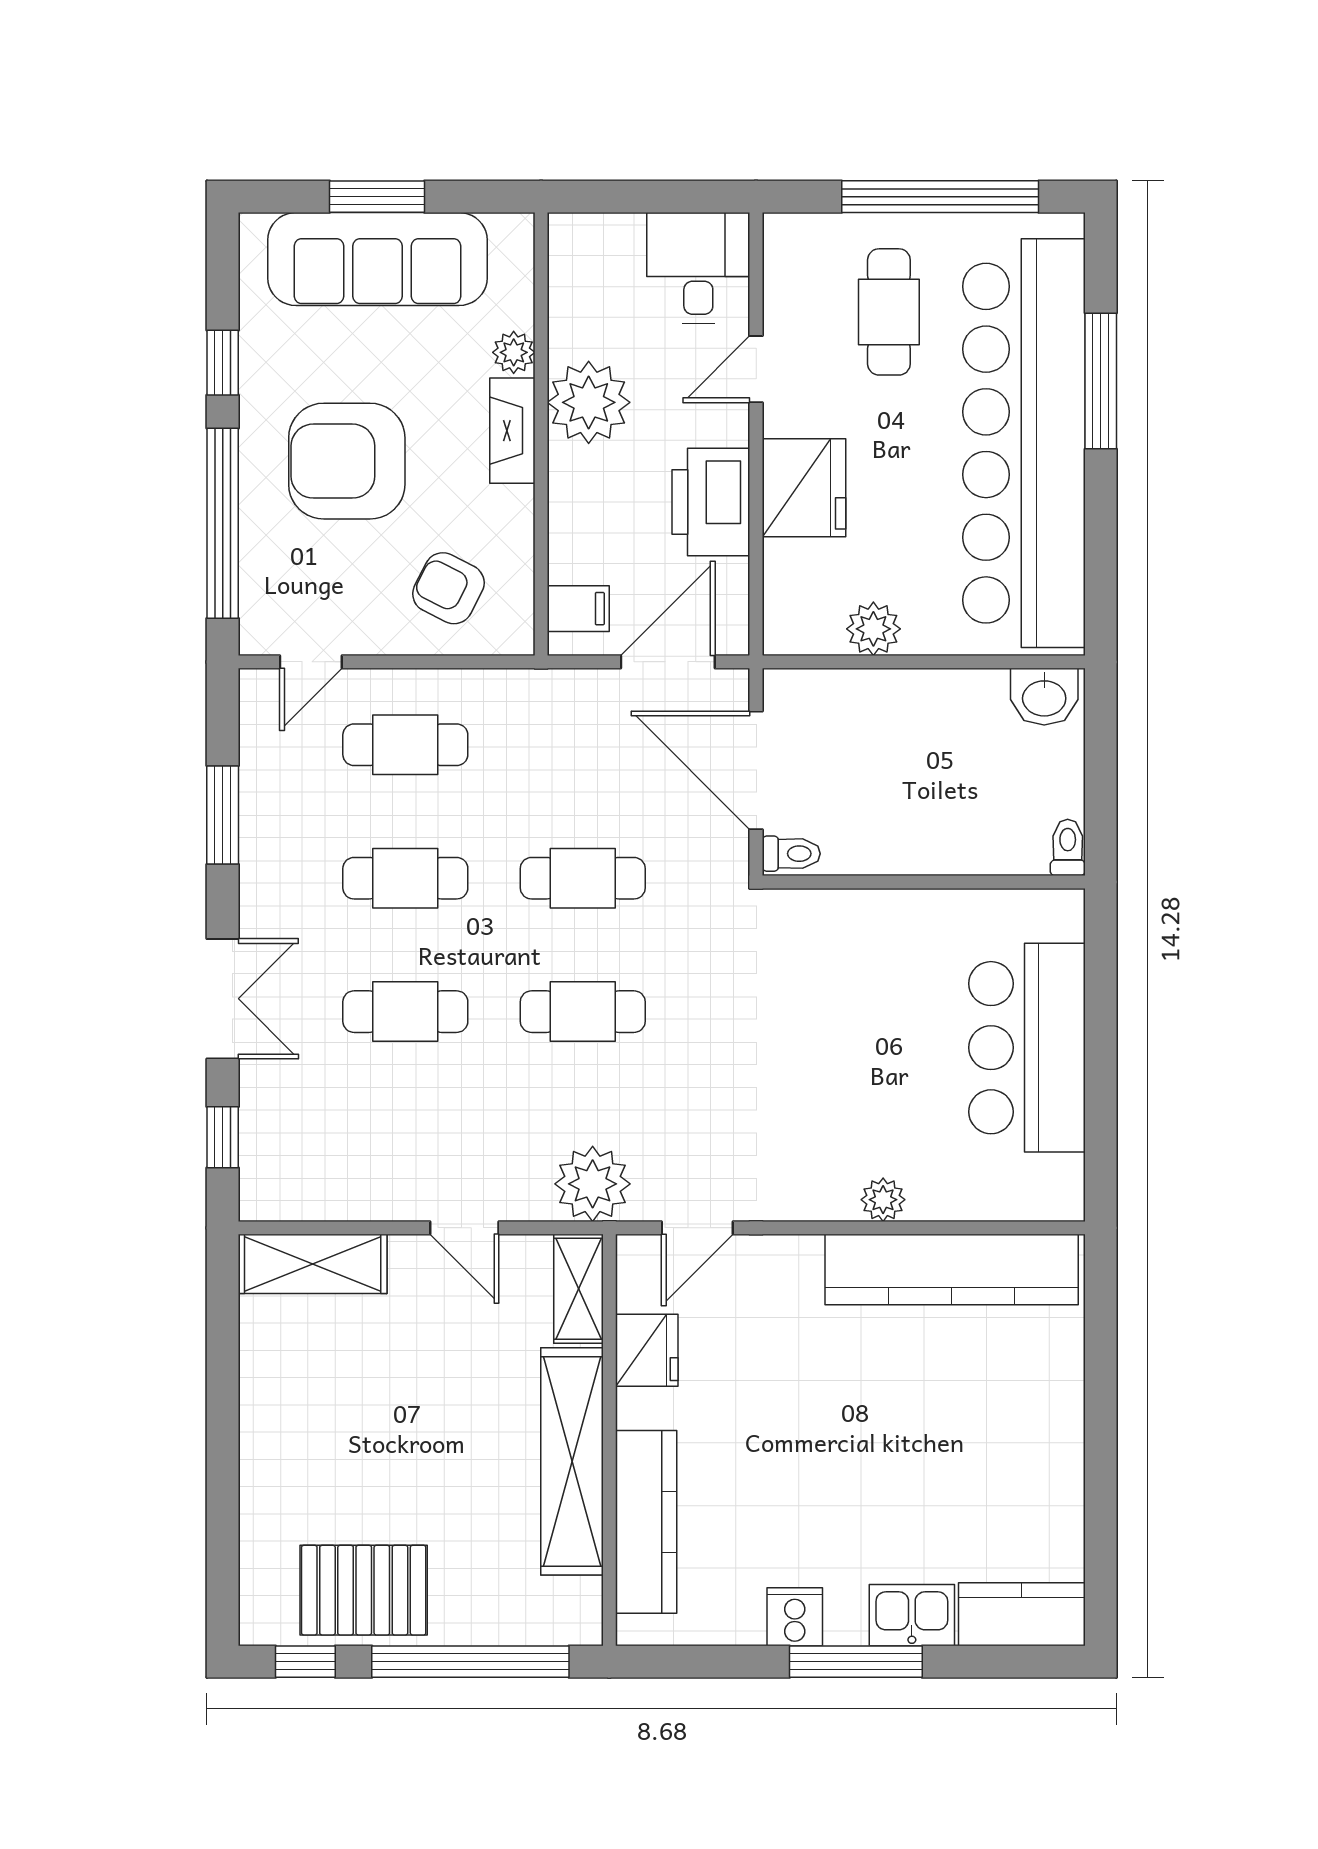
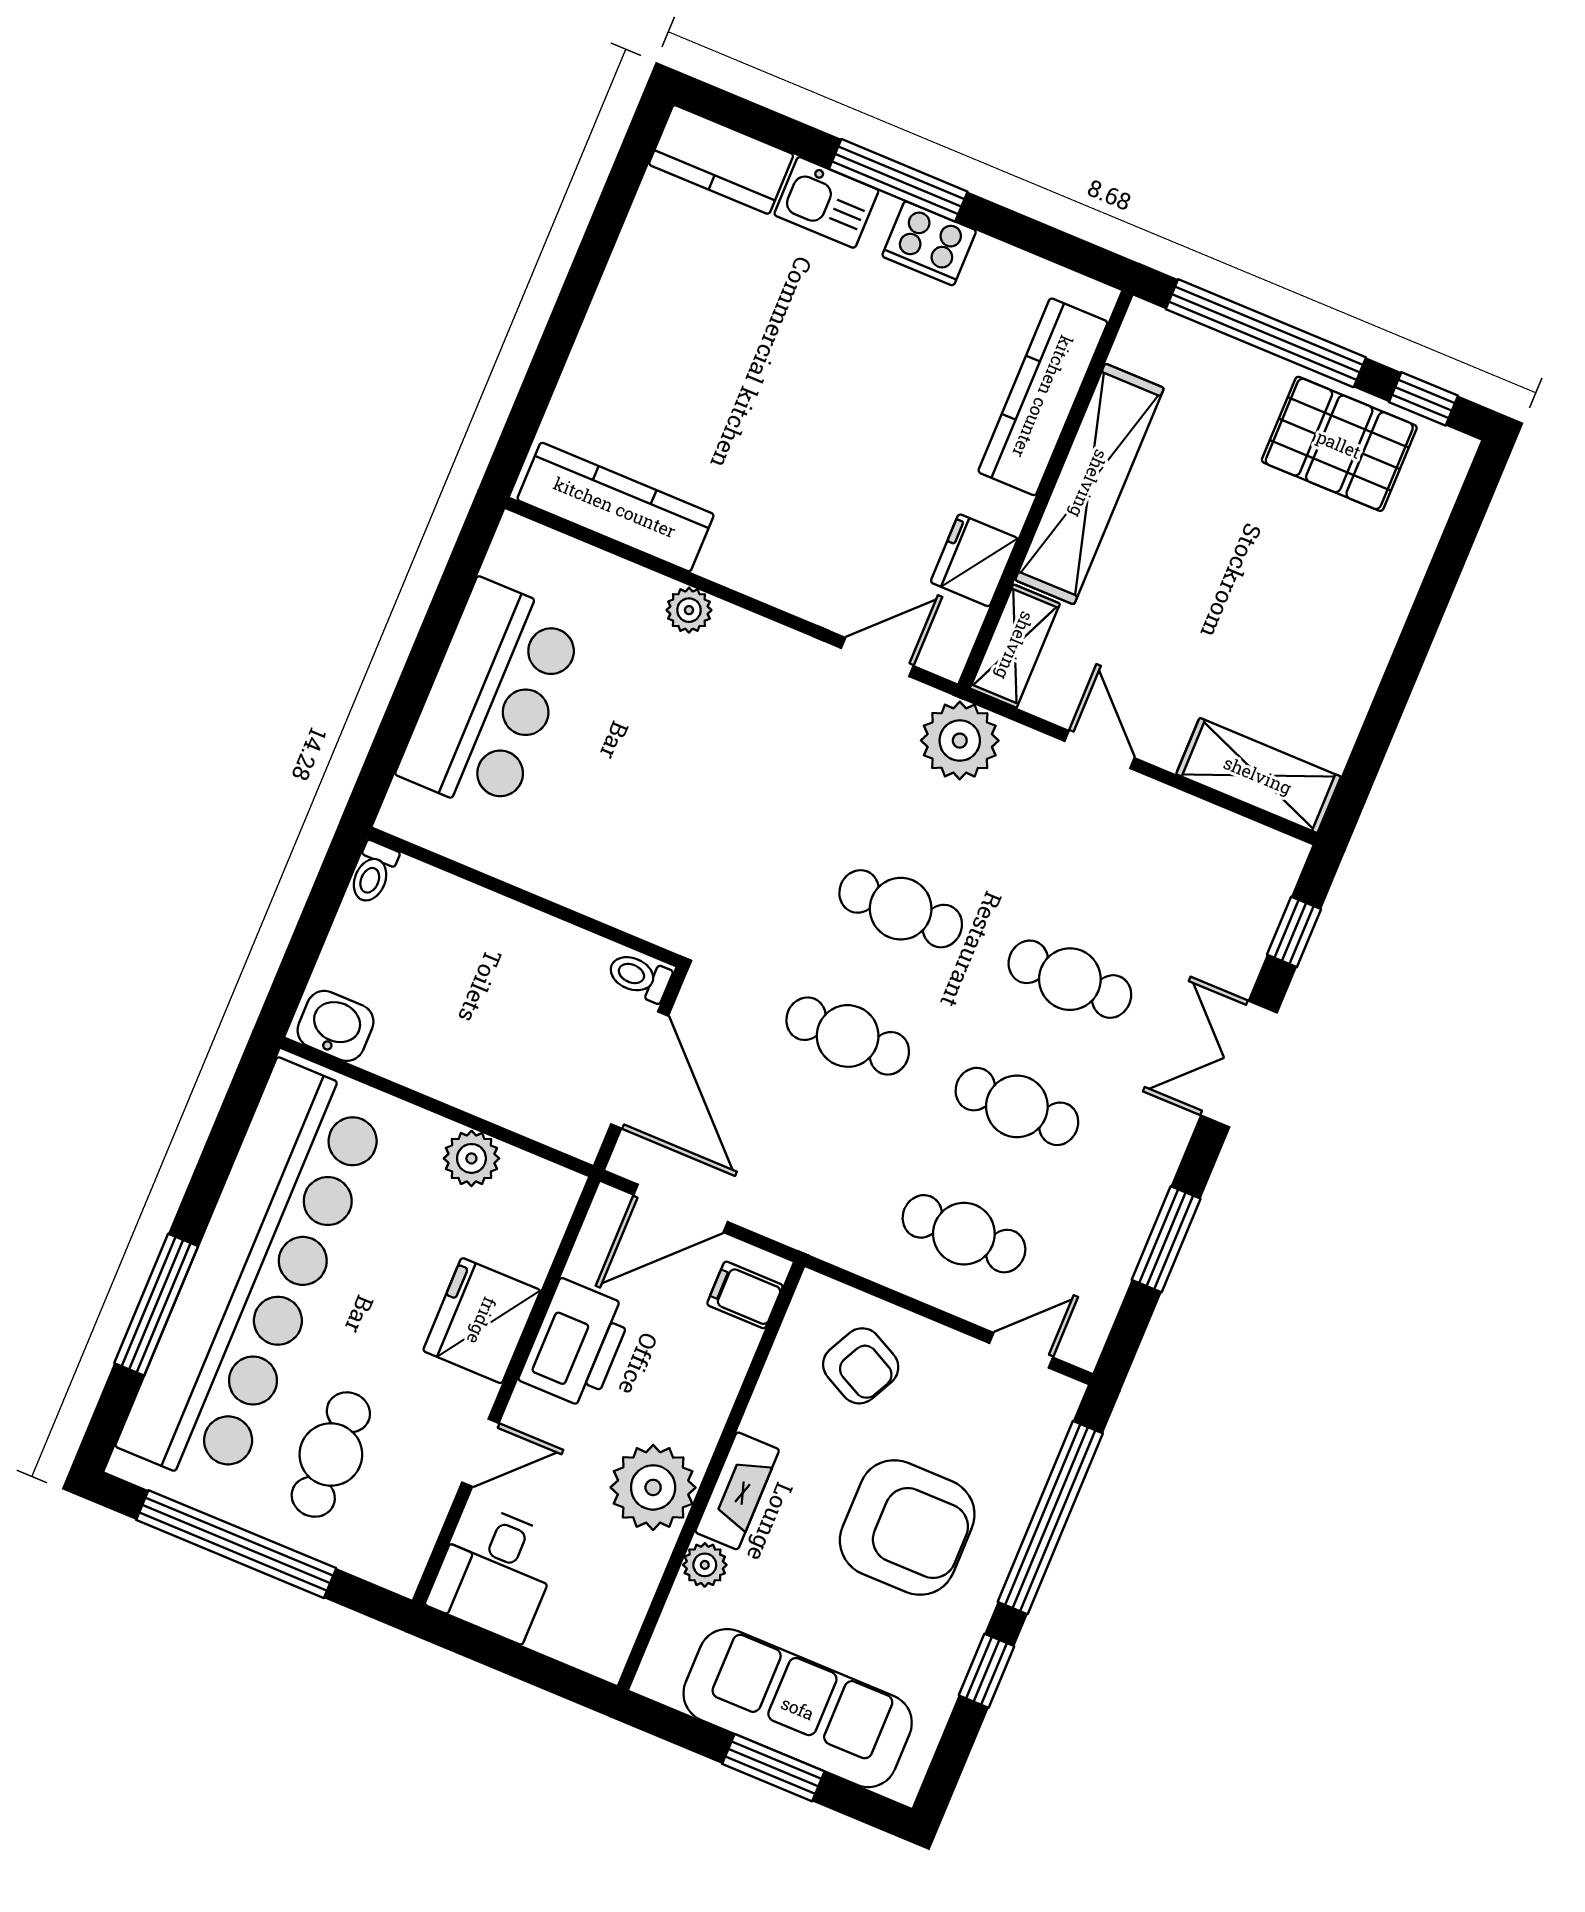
kitchen counter: (952, 1270) -> (615, 507), width x0.72, depth x0.86
cooker: (795, 1617) -> (929, 243), width x1.36

